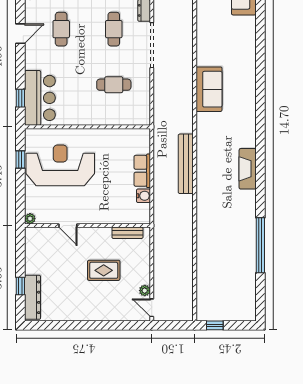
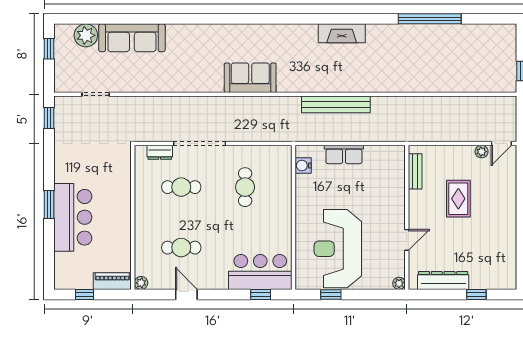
water cooler: (143, 196) -> (303, 165), moved, turned -90
dresser: (33, 297) -> (443, 280), moved

